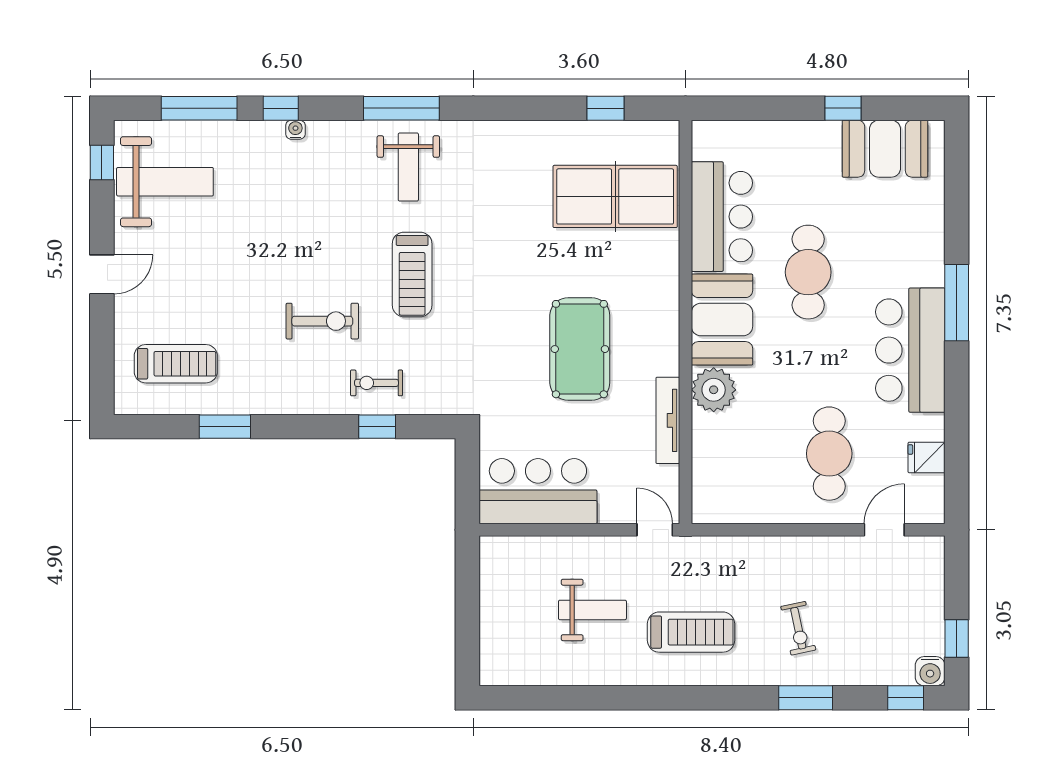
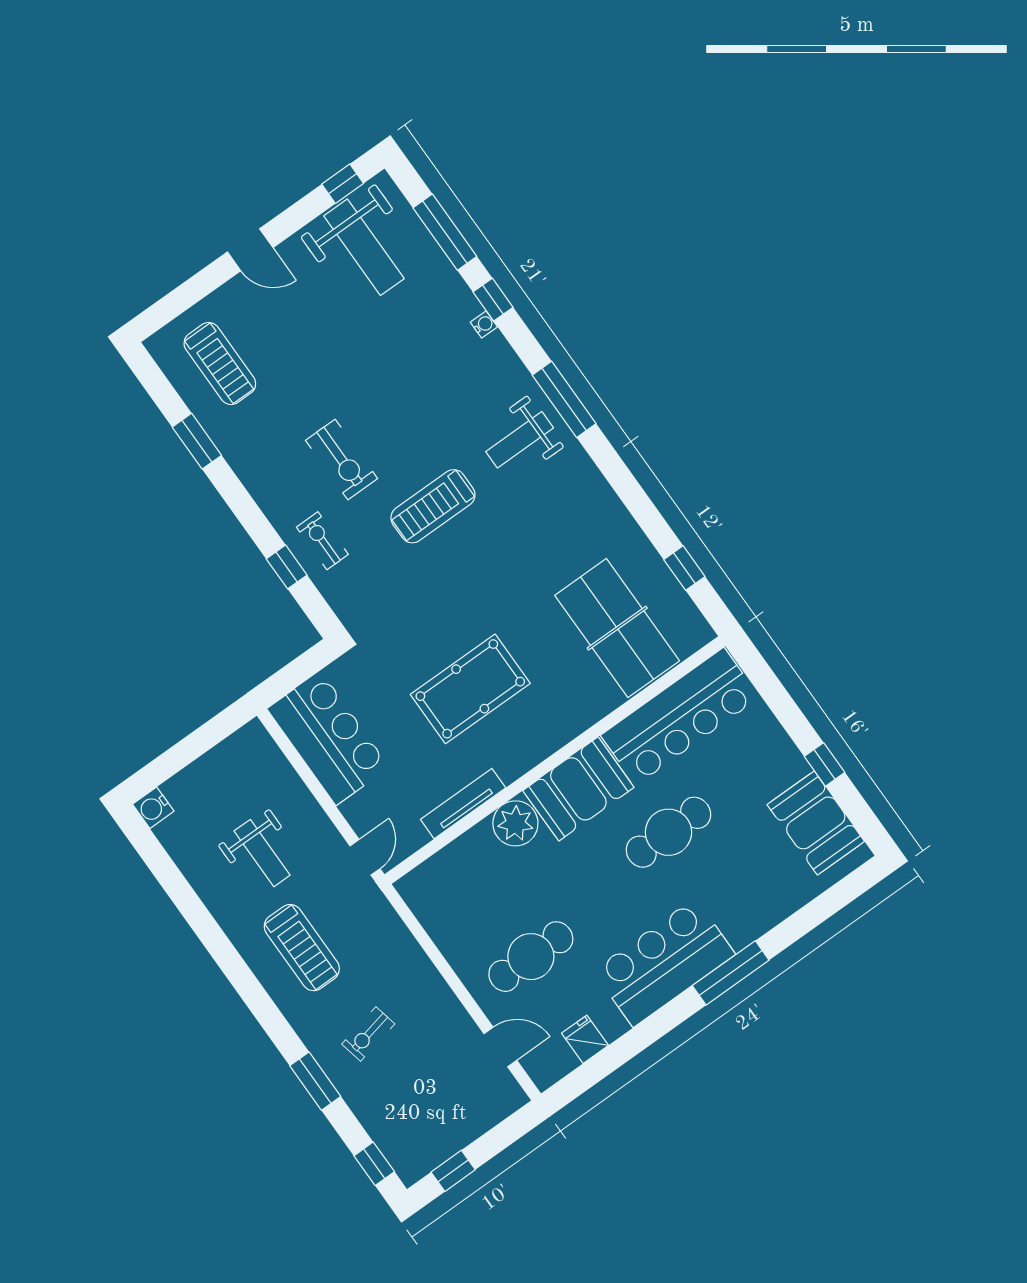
bar counter: (722, 217) -> (680, 716), width x1.36
water cooler: (930, 671) -> (153, 808), moved

